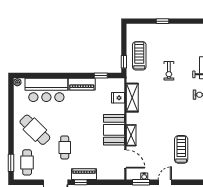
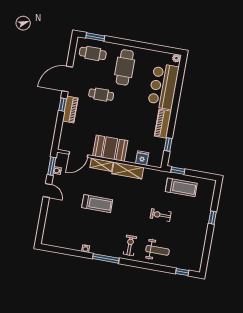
shelving: (132, 98) -> (128, 171), moved
cafe table: (35, 130) -> (125, 67), turned -45
treadmill: (181, 149) -> (97, 204), moved

